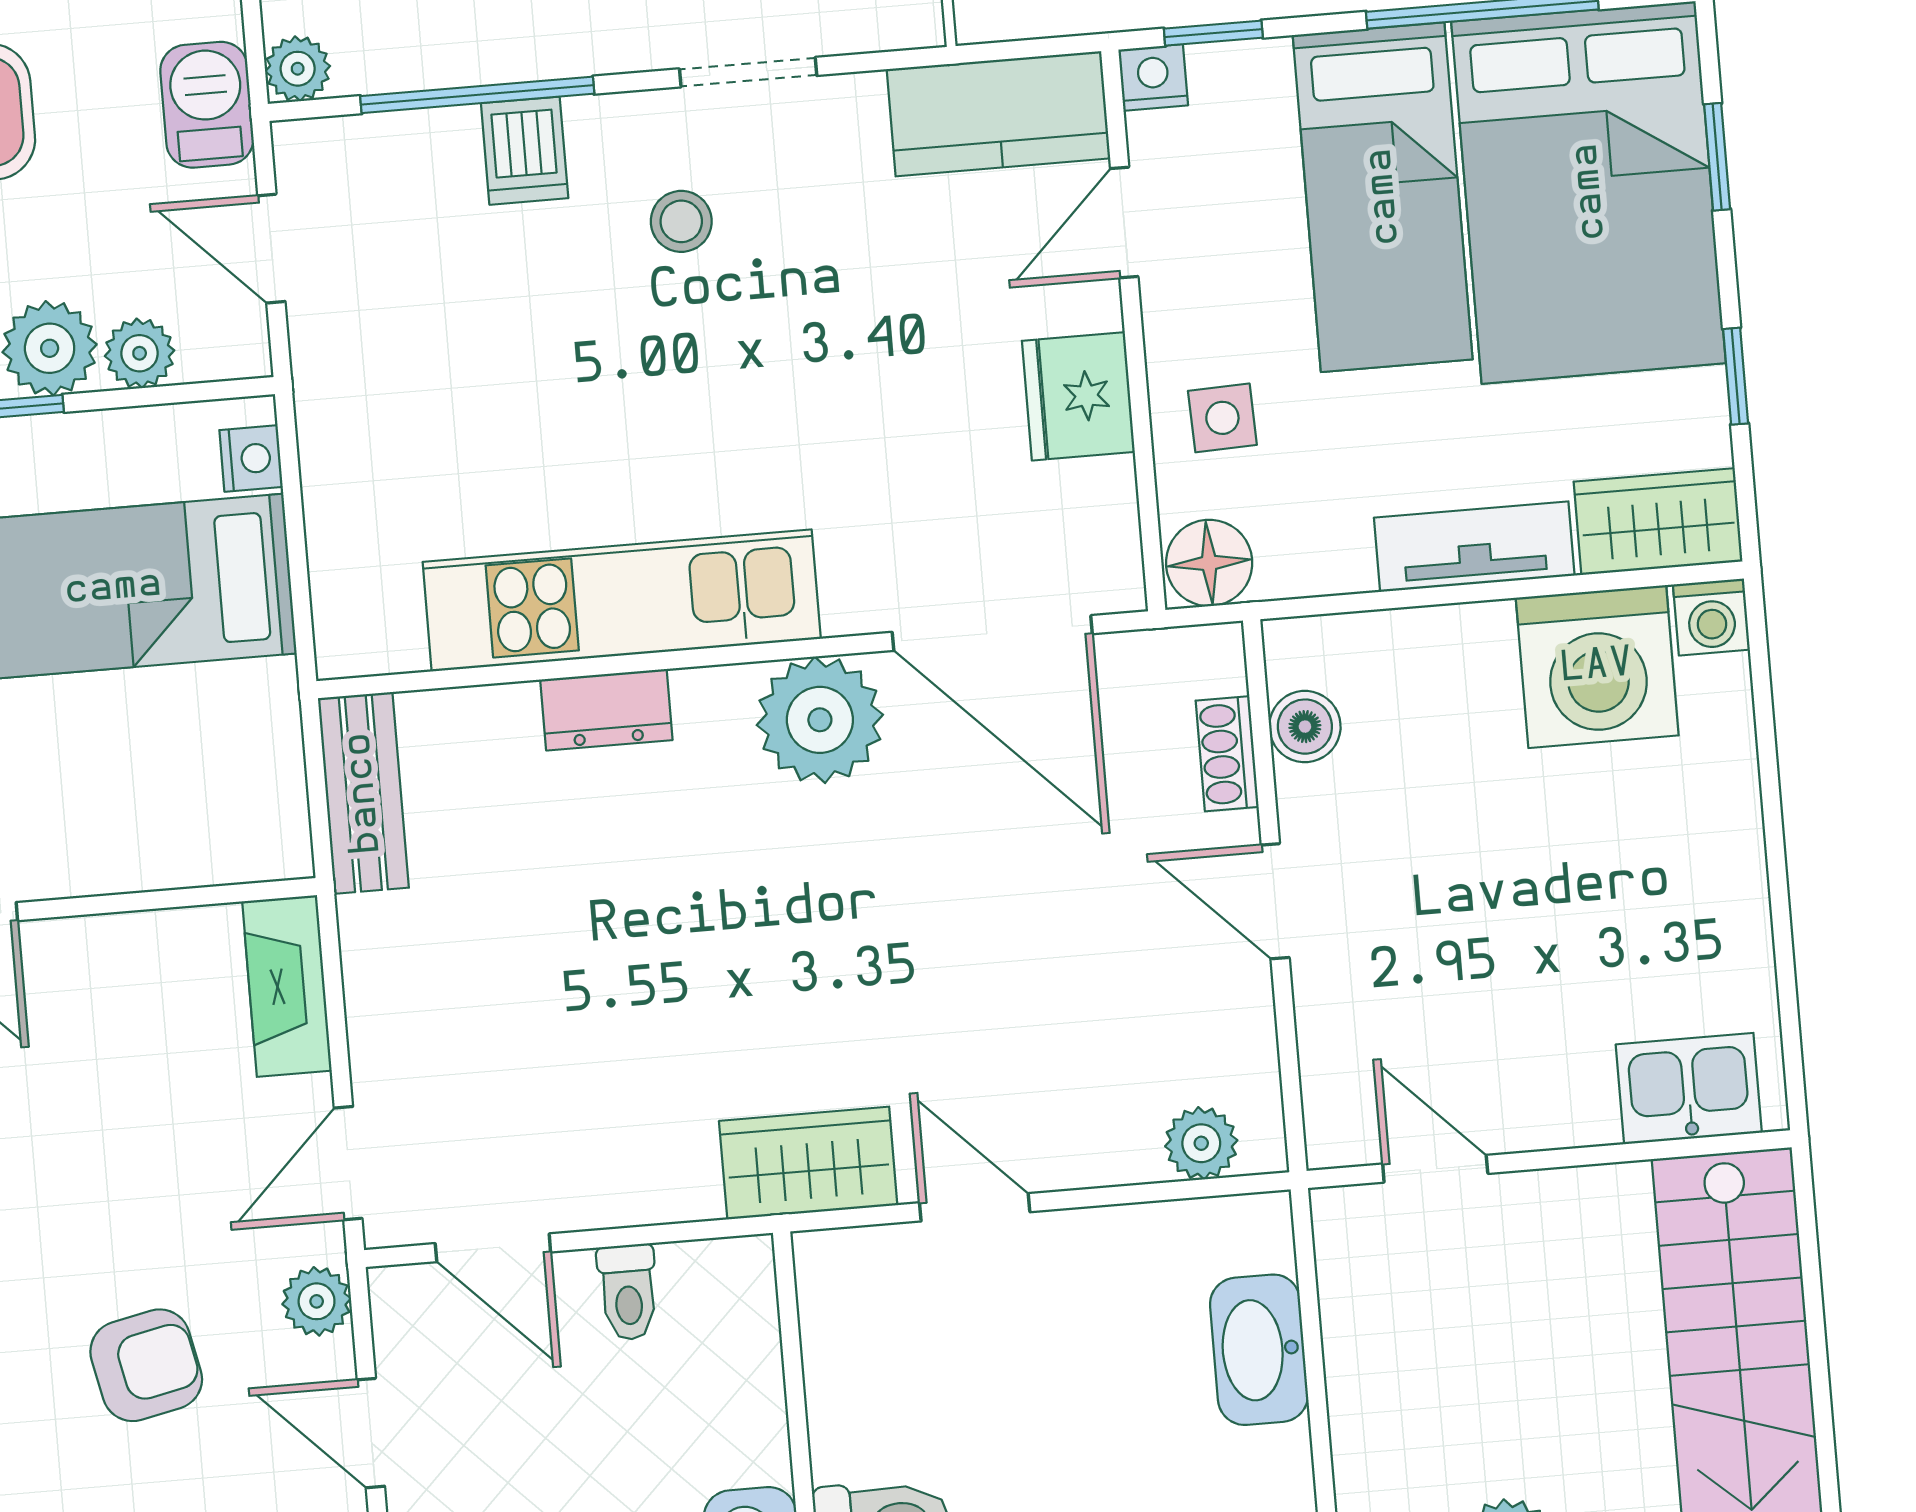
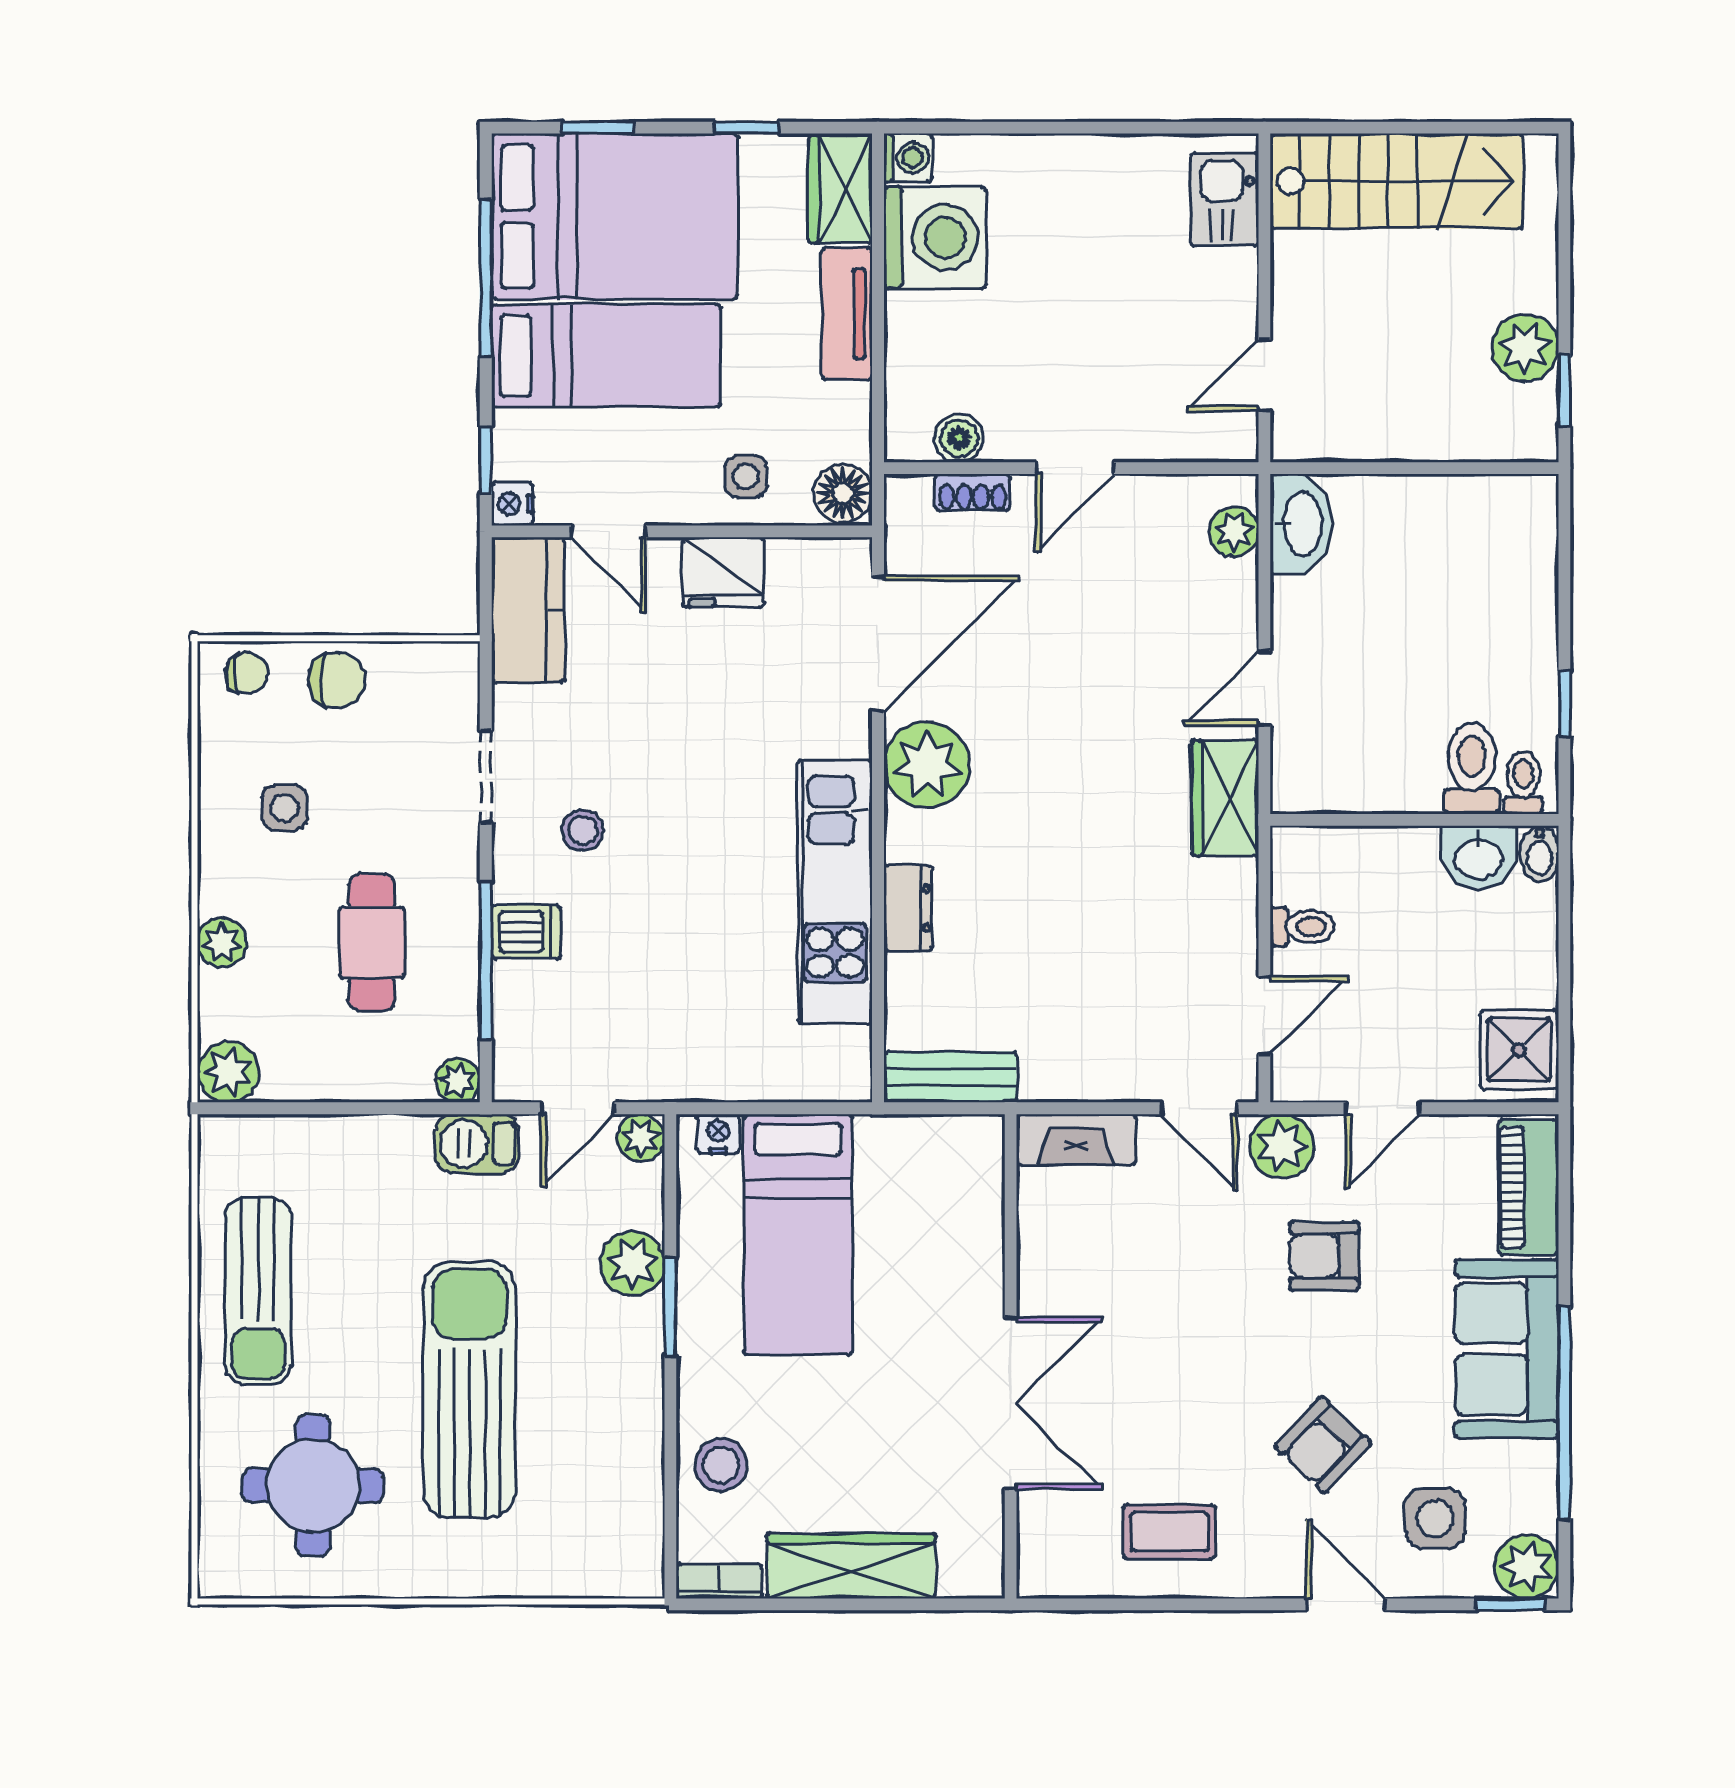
plant: (140, 353) -> (641, 1138), moved
plant: (317, 1301) -> (1282, 1146), width x1.38, depth x1.38
washbasin: (1259, 1350) -> (1301, 524), moved, turned -90
armchair: (146, 1365) -> (1324, 1256), turned -78

